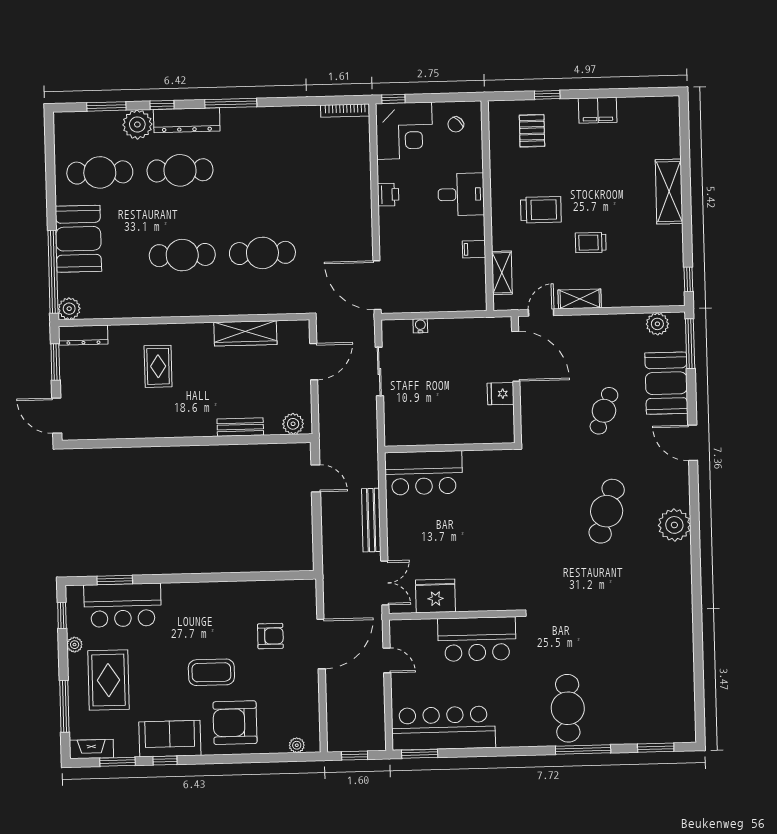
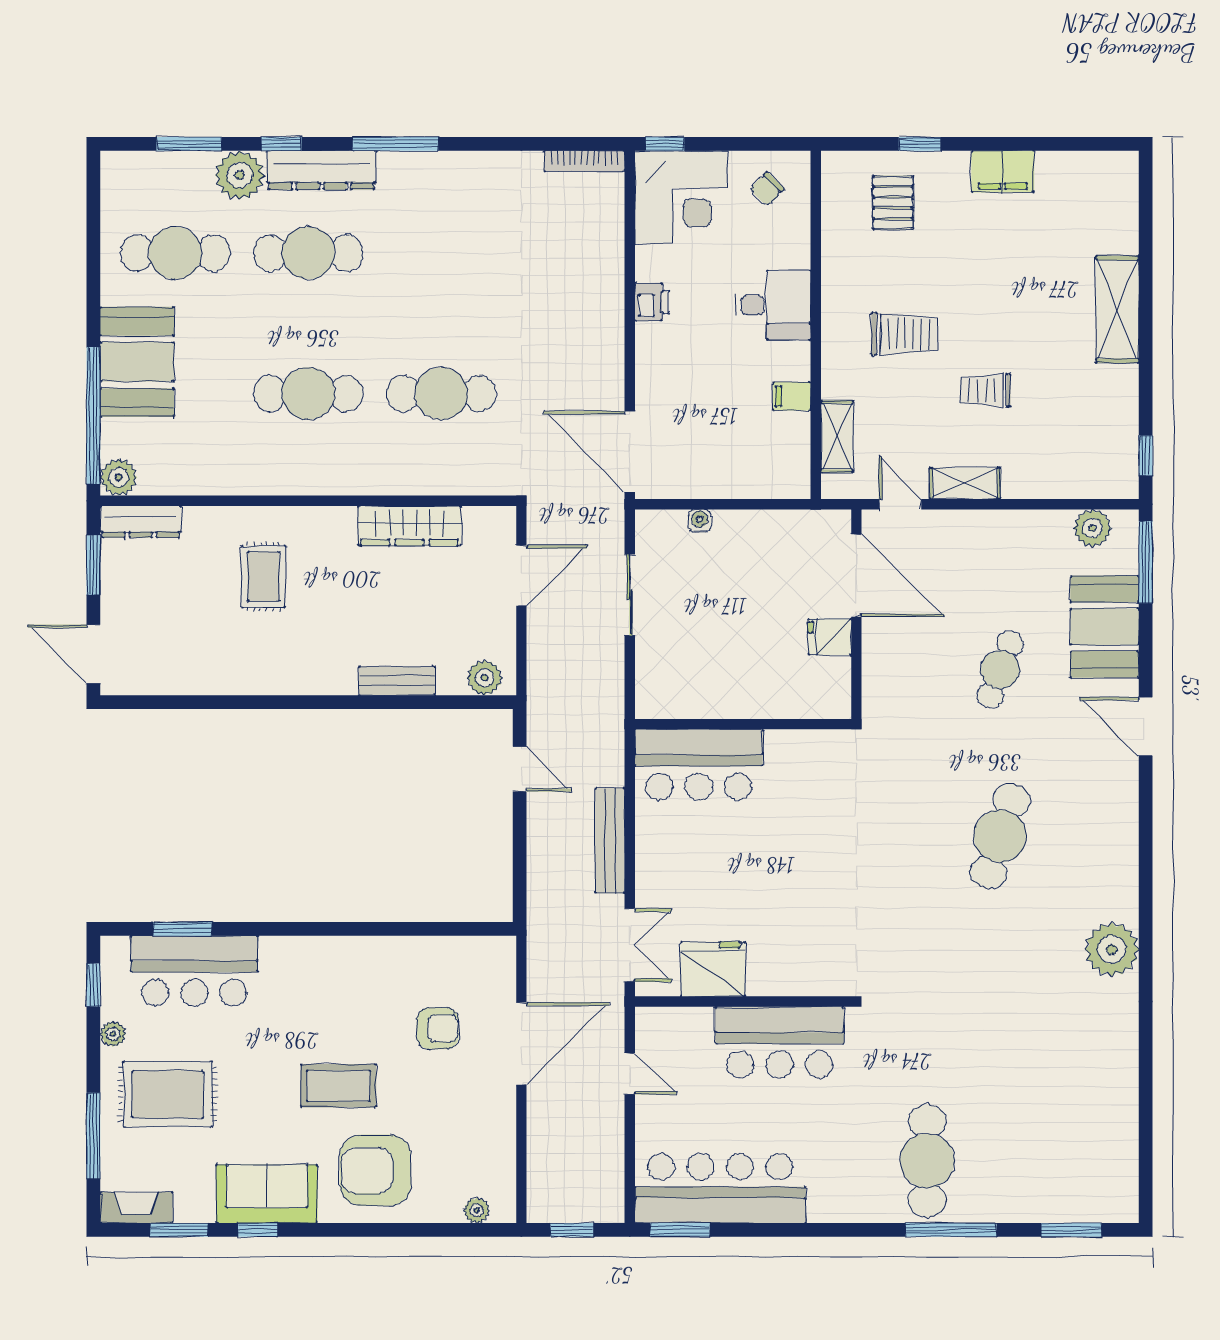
door: (541, 313) -> (900, 504), hinge flipped
plant: (674, 525) -> (1112, 949), moved
rug: (108, 680) -> (168, 1094), turned 90

